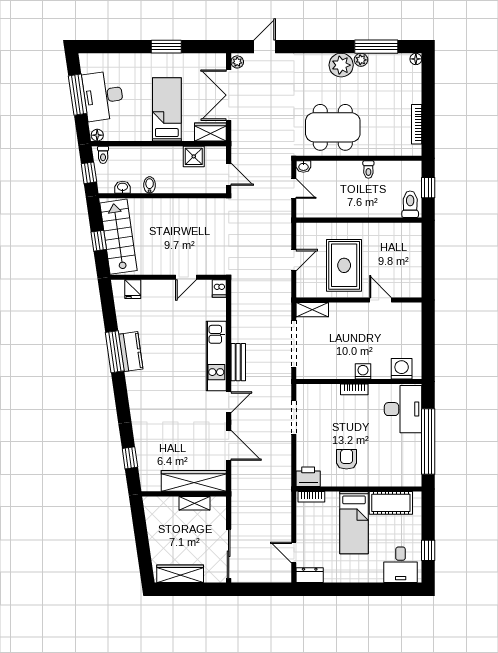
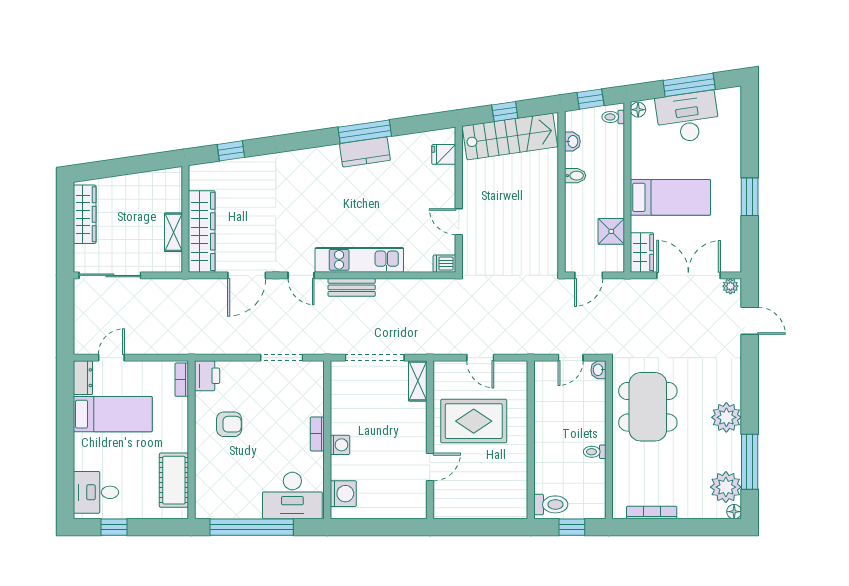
plant: (361, 60) -> (726, 487), moved, width x1.88, depth x1.88
bed: (354, 523) -> (113, 414), moved, turned 180

